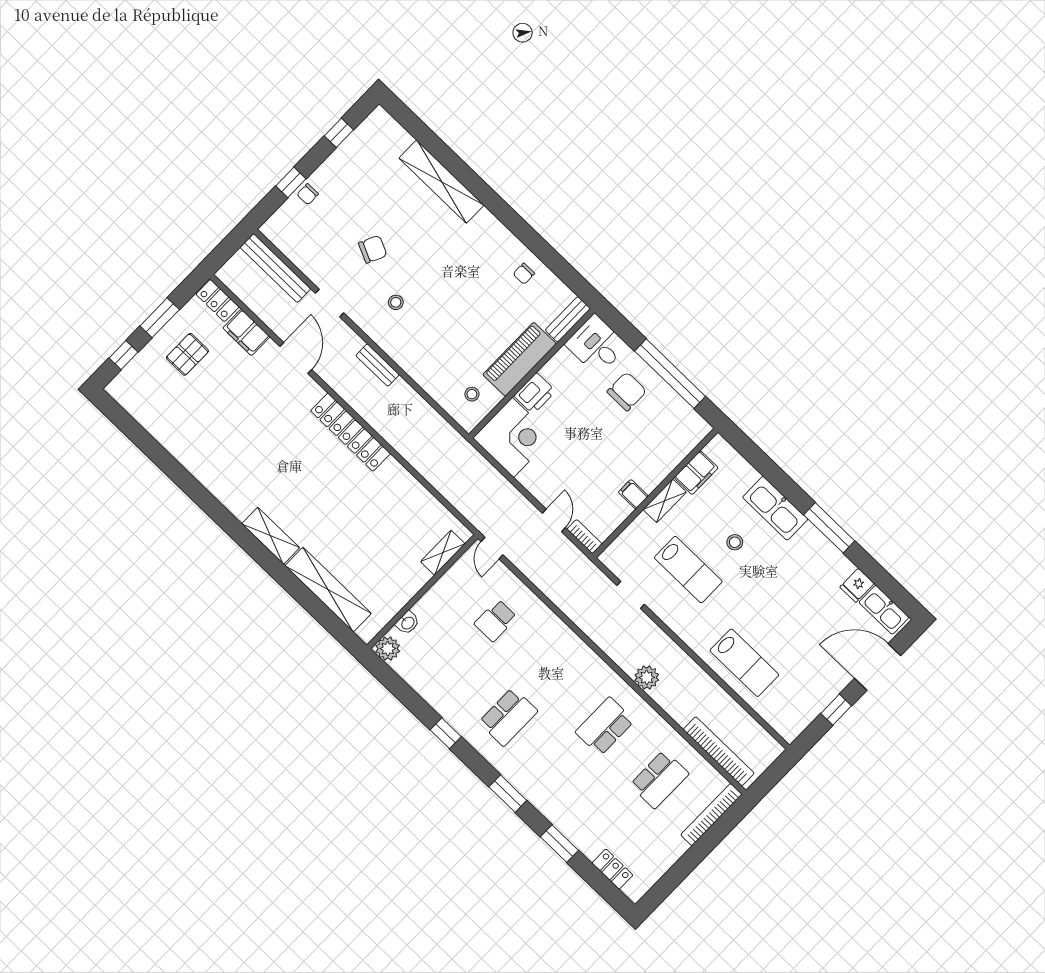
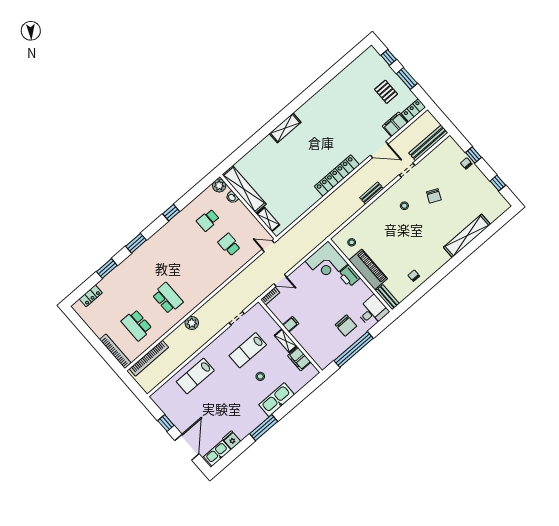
shelving: (328, 590) -> (244, 189), moved, turned 90
school desk: (508, 717) -> (208, 220), moved, width x0.54

